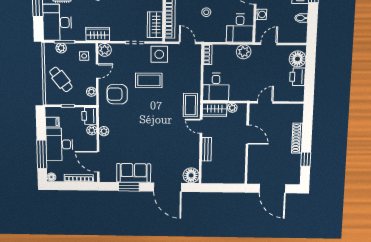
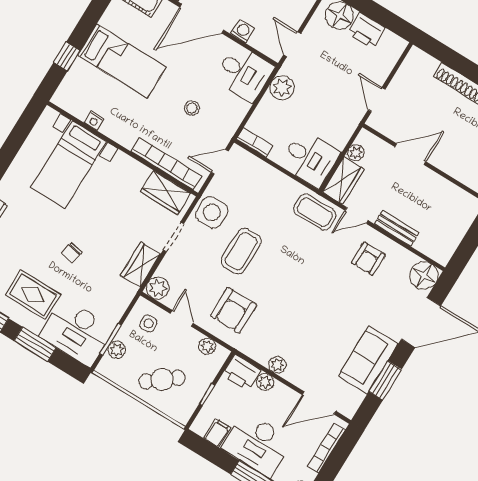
wardrobe: (98, 34) -> (141, 265), moved
armchair: (183, 144) -> (368, 259), added

